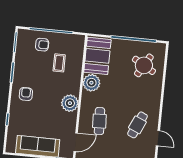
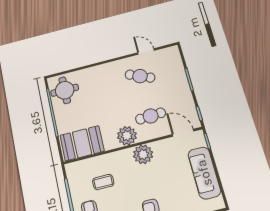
round table: (144, 65) -> (65, 90), moved, turned -30
plant: (91, 83) -> (127, 136), moved
door: (158, 138) -> (146, 52), hinge flipped

